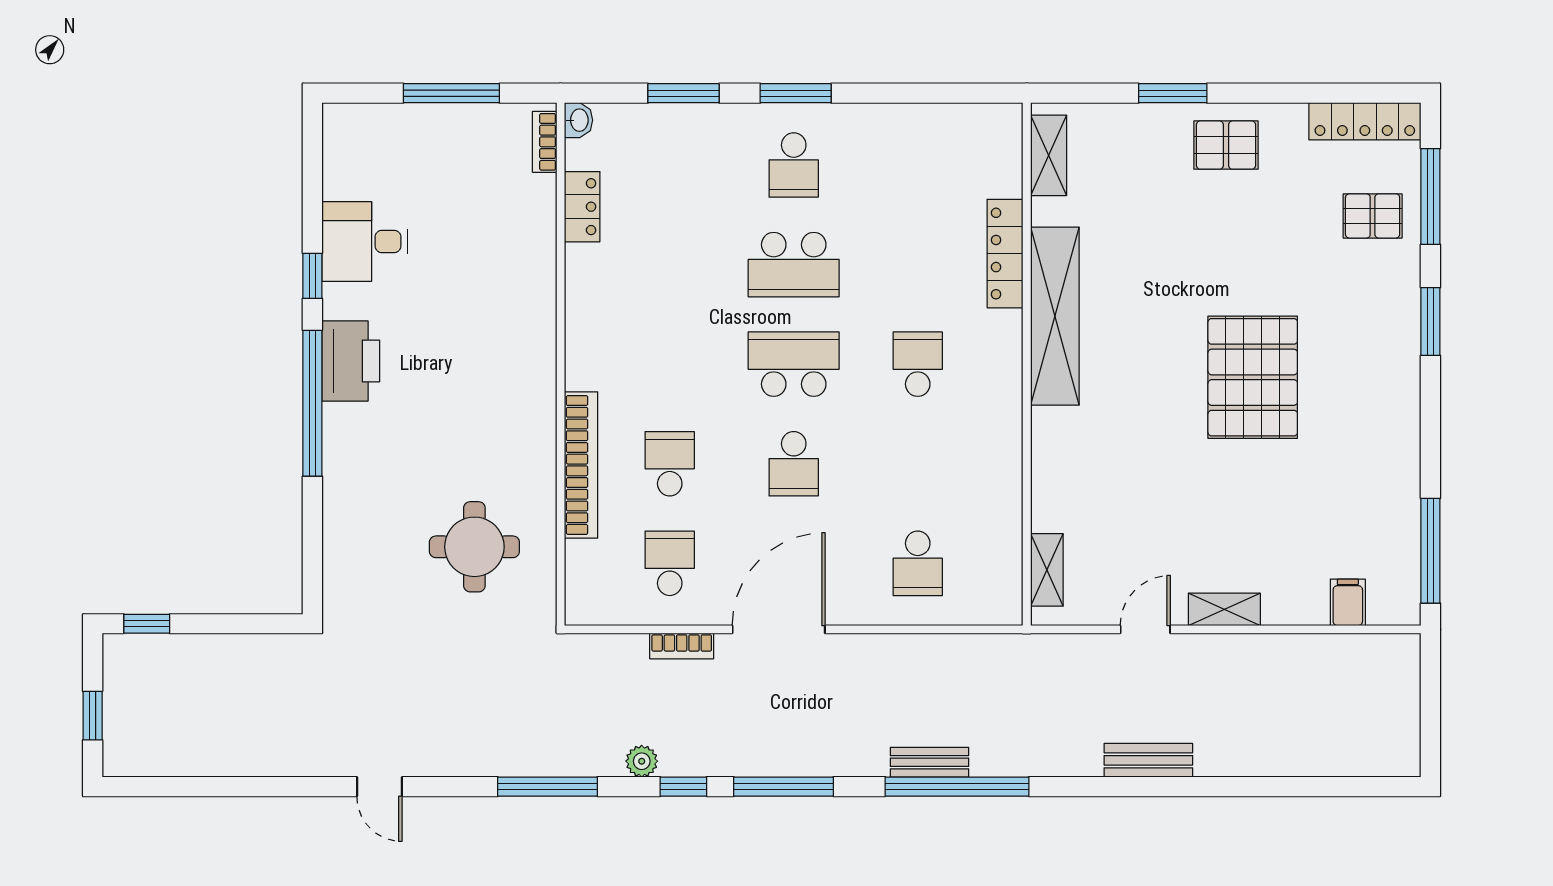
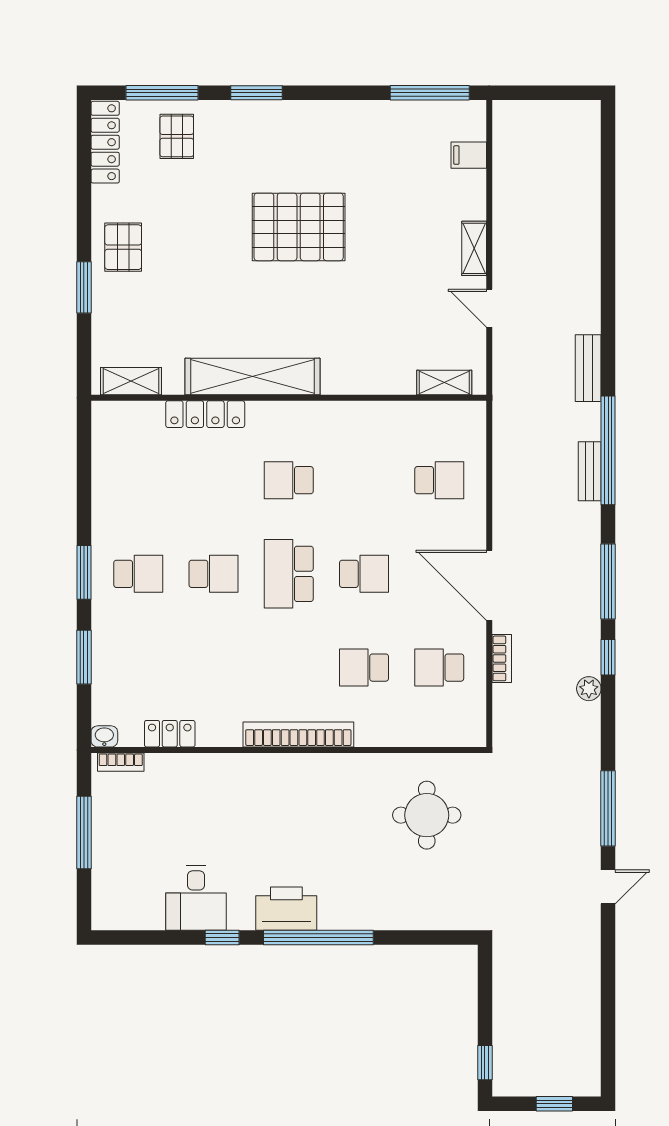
school desk: (794, 265) -> (213, 574), width x0.54
bookcase: (581, 465) -> (298, 735), moved
bench: (1148, 760) -> (588, 368), moved
window: (547, 787) -> (608, 808), moved

